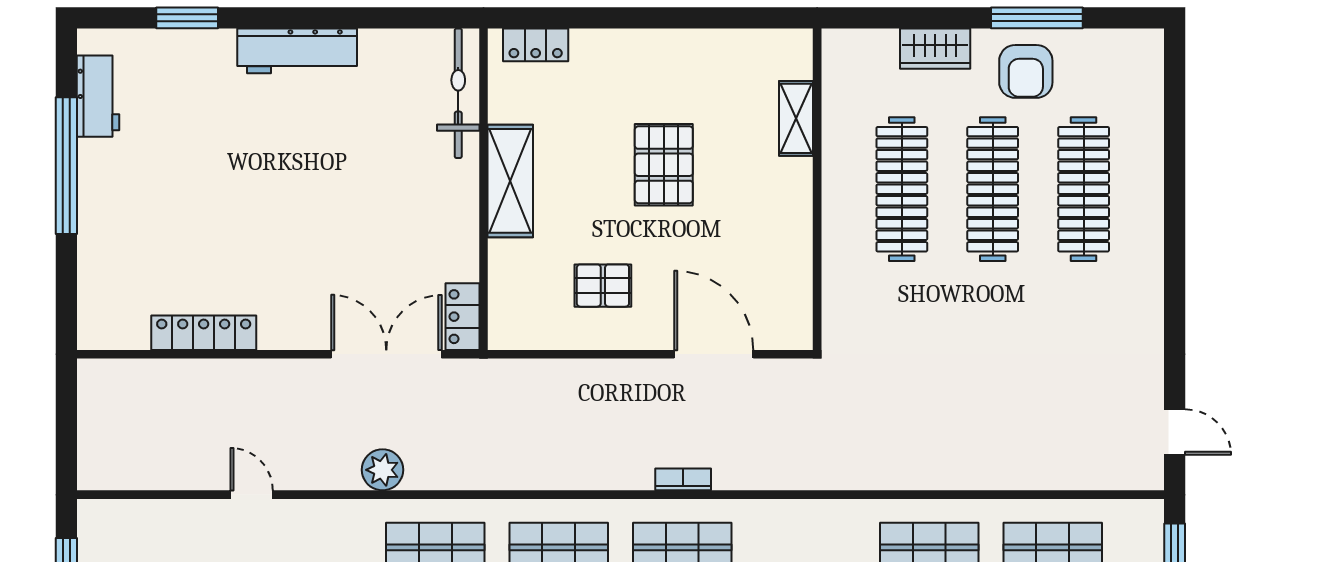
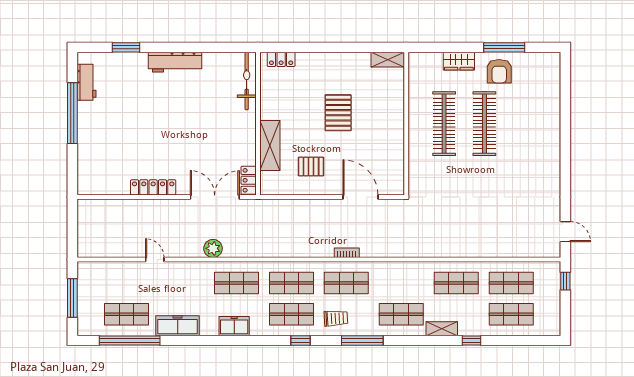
shelving: (796, 118) -> (388, 60), moved, turned 90
shelving: (510, 181) -> (270, 145), moved
clothes rail: (1084, 189) -> (525, 124), removed
locker: (204, 333) -> (153, 187), moved

